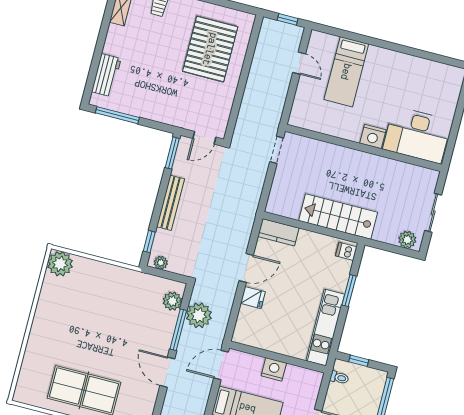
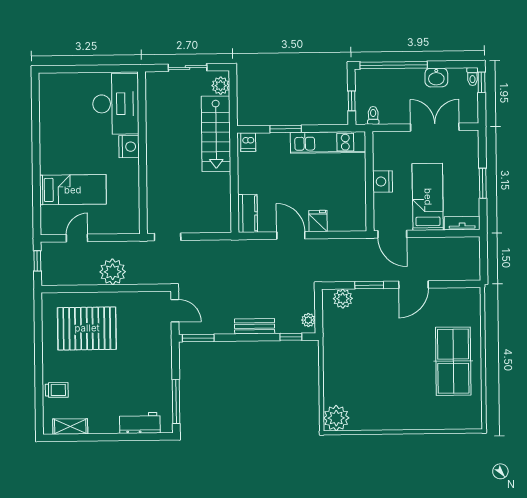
bench: (171, 203) -> (255, 326), width x0.73
stairs: (338, 216) -> (216, 134), moved
plant: (199, 315) -> (113, 272), moved
window: (178, 330) -> (369, 285), width x0.69

